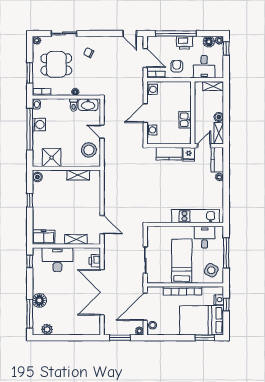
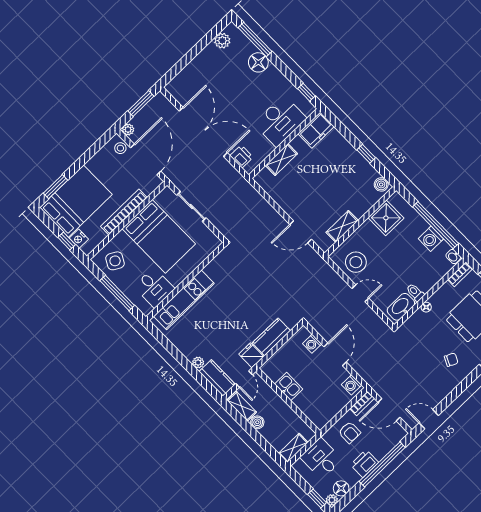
door: (102, 225) -> (301, 232), moved
bed: (182, 261) -> (159, 236), width x1.50

